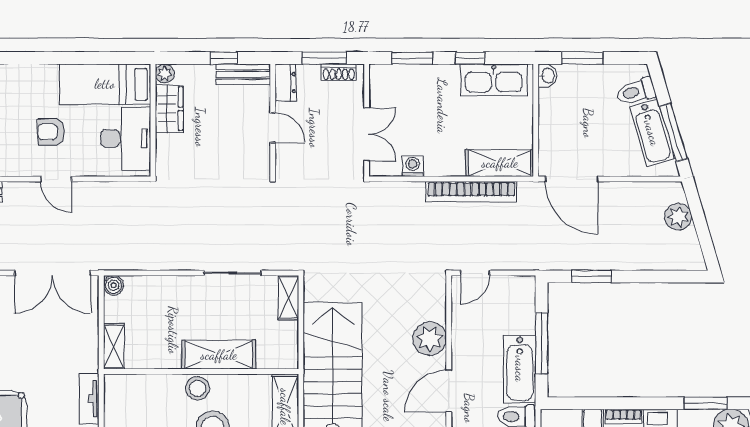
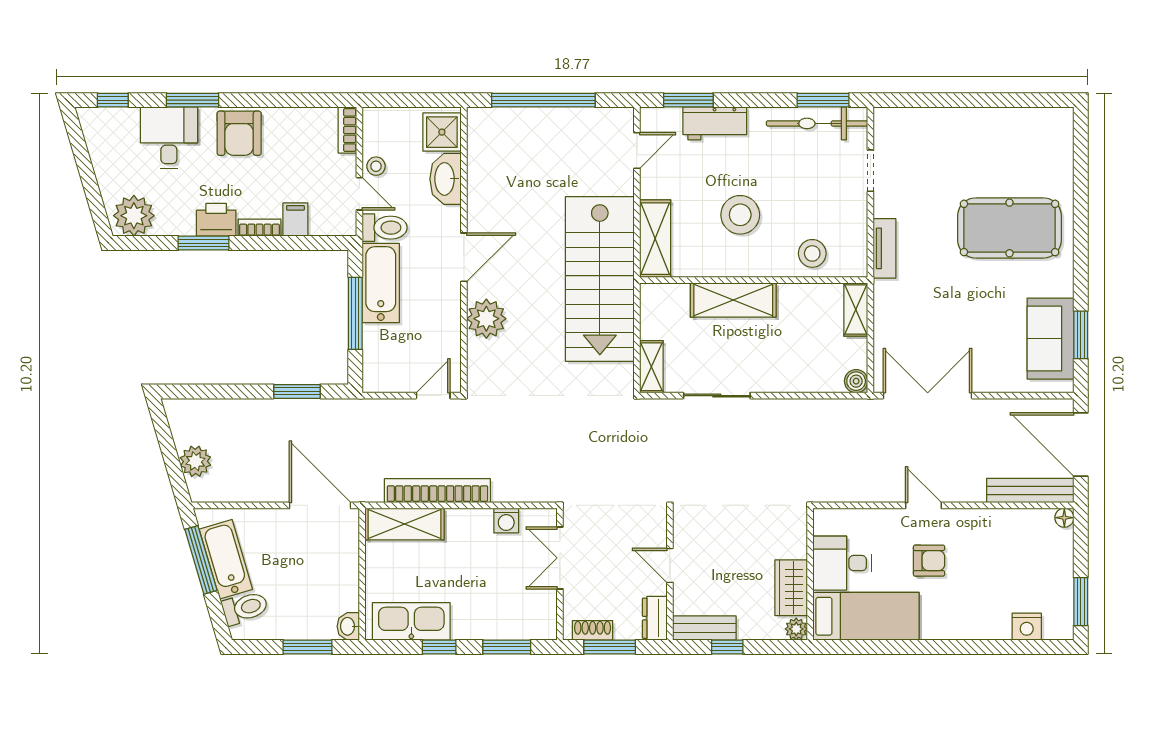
desk: (126, 138) -> (842, 563), width x0.73
stool: (198, 388) -> (812, 253), moved
window: (706, 403) -> (203, 243), moved

